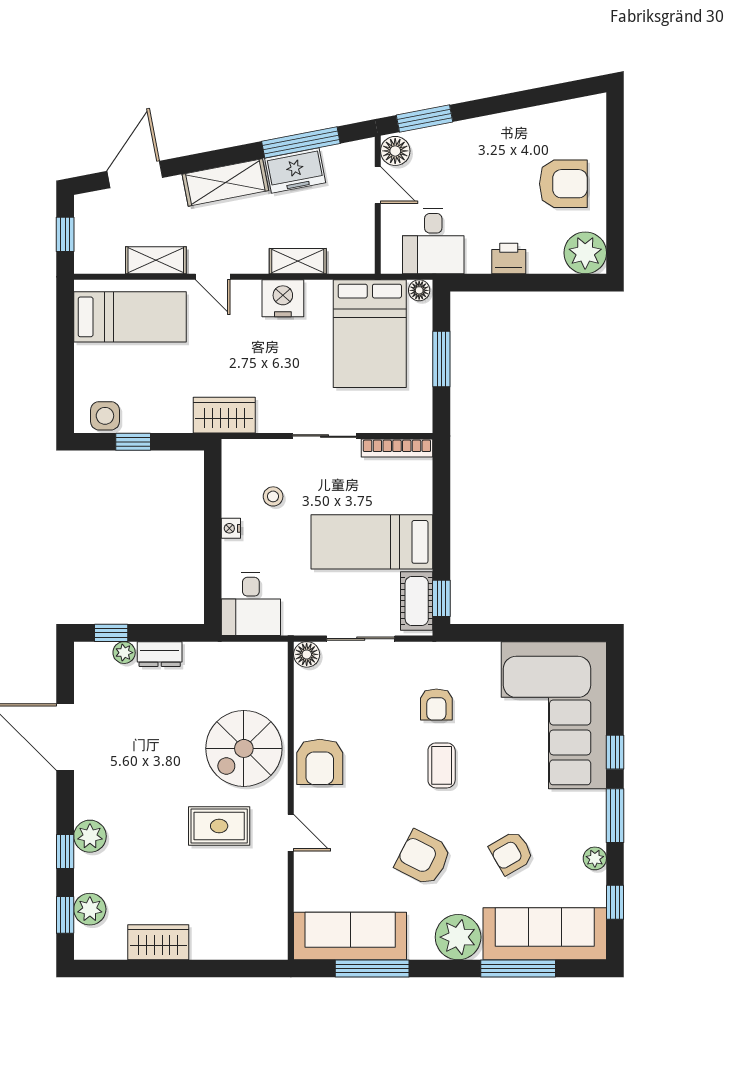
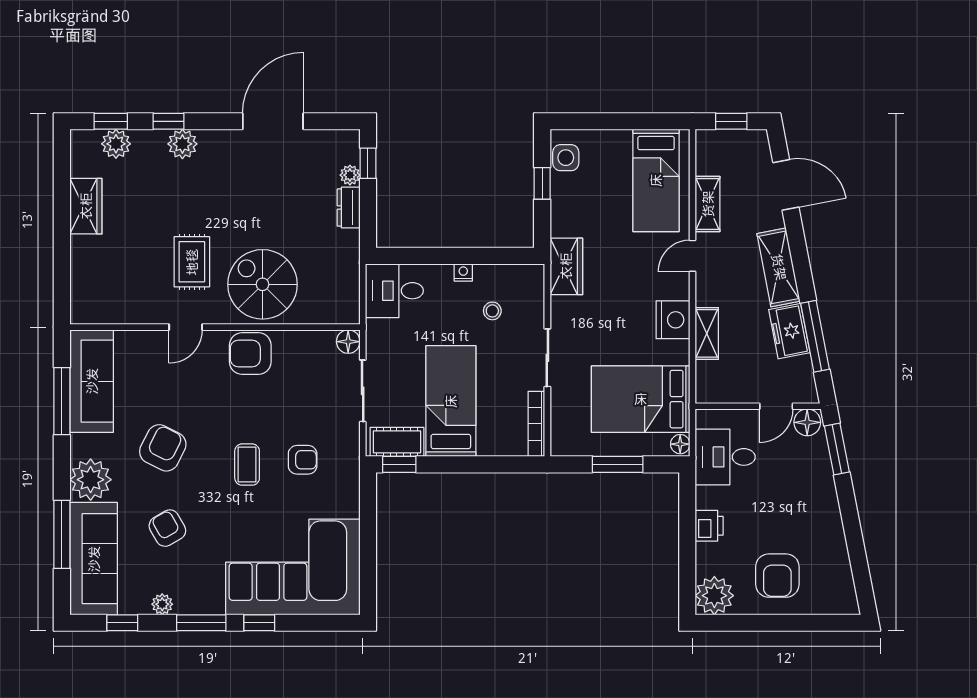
armchair: (436, 705) -> (303, 460), turned 180
coffee table: (442, 765) -> (247, 465), turned 90

